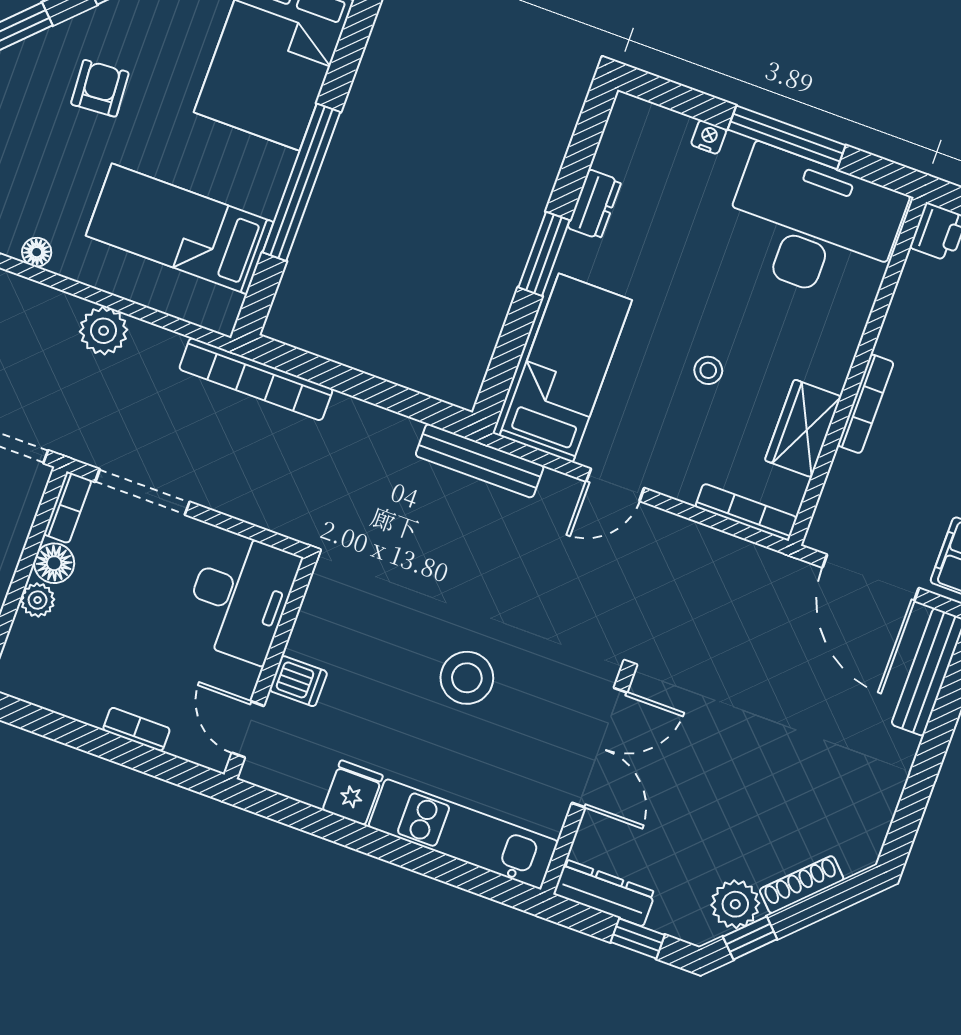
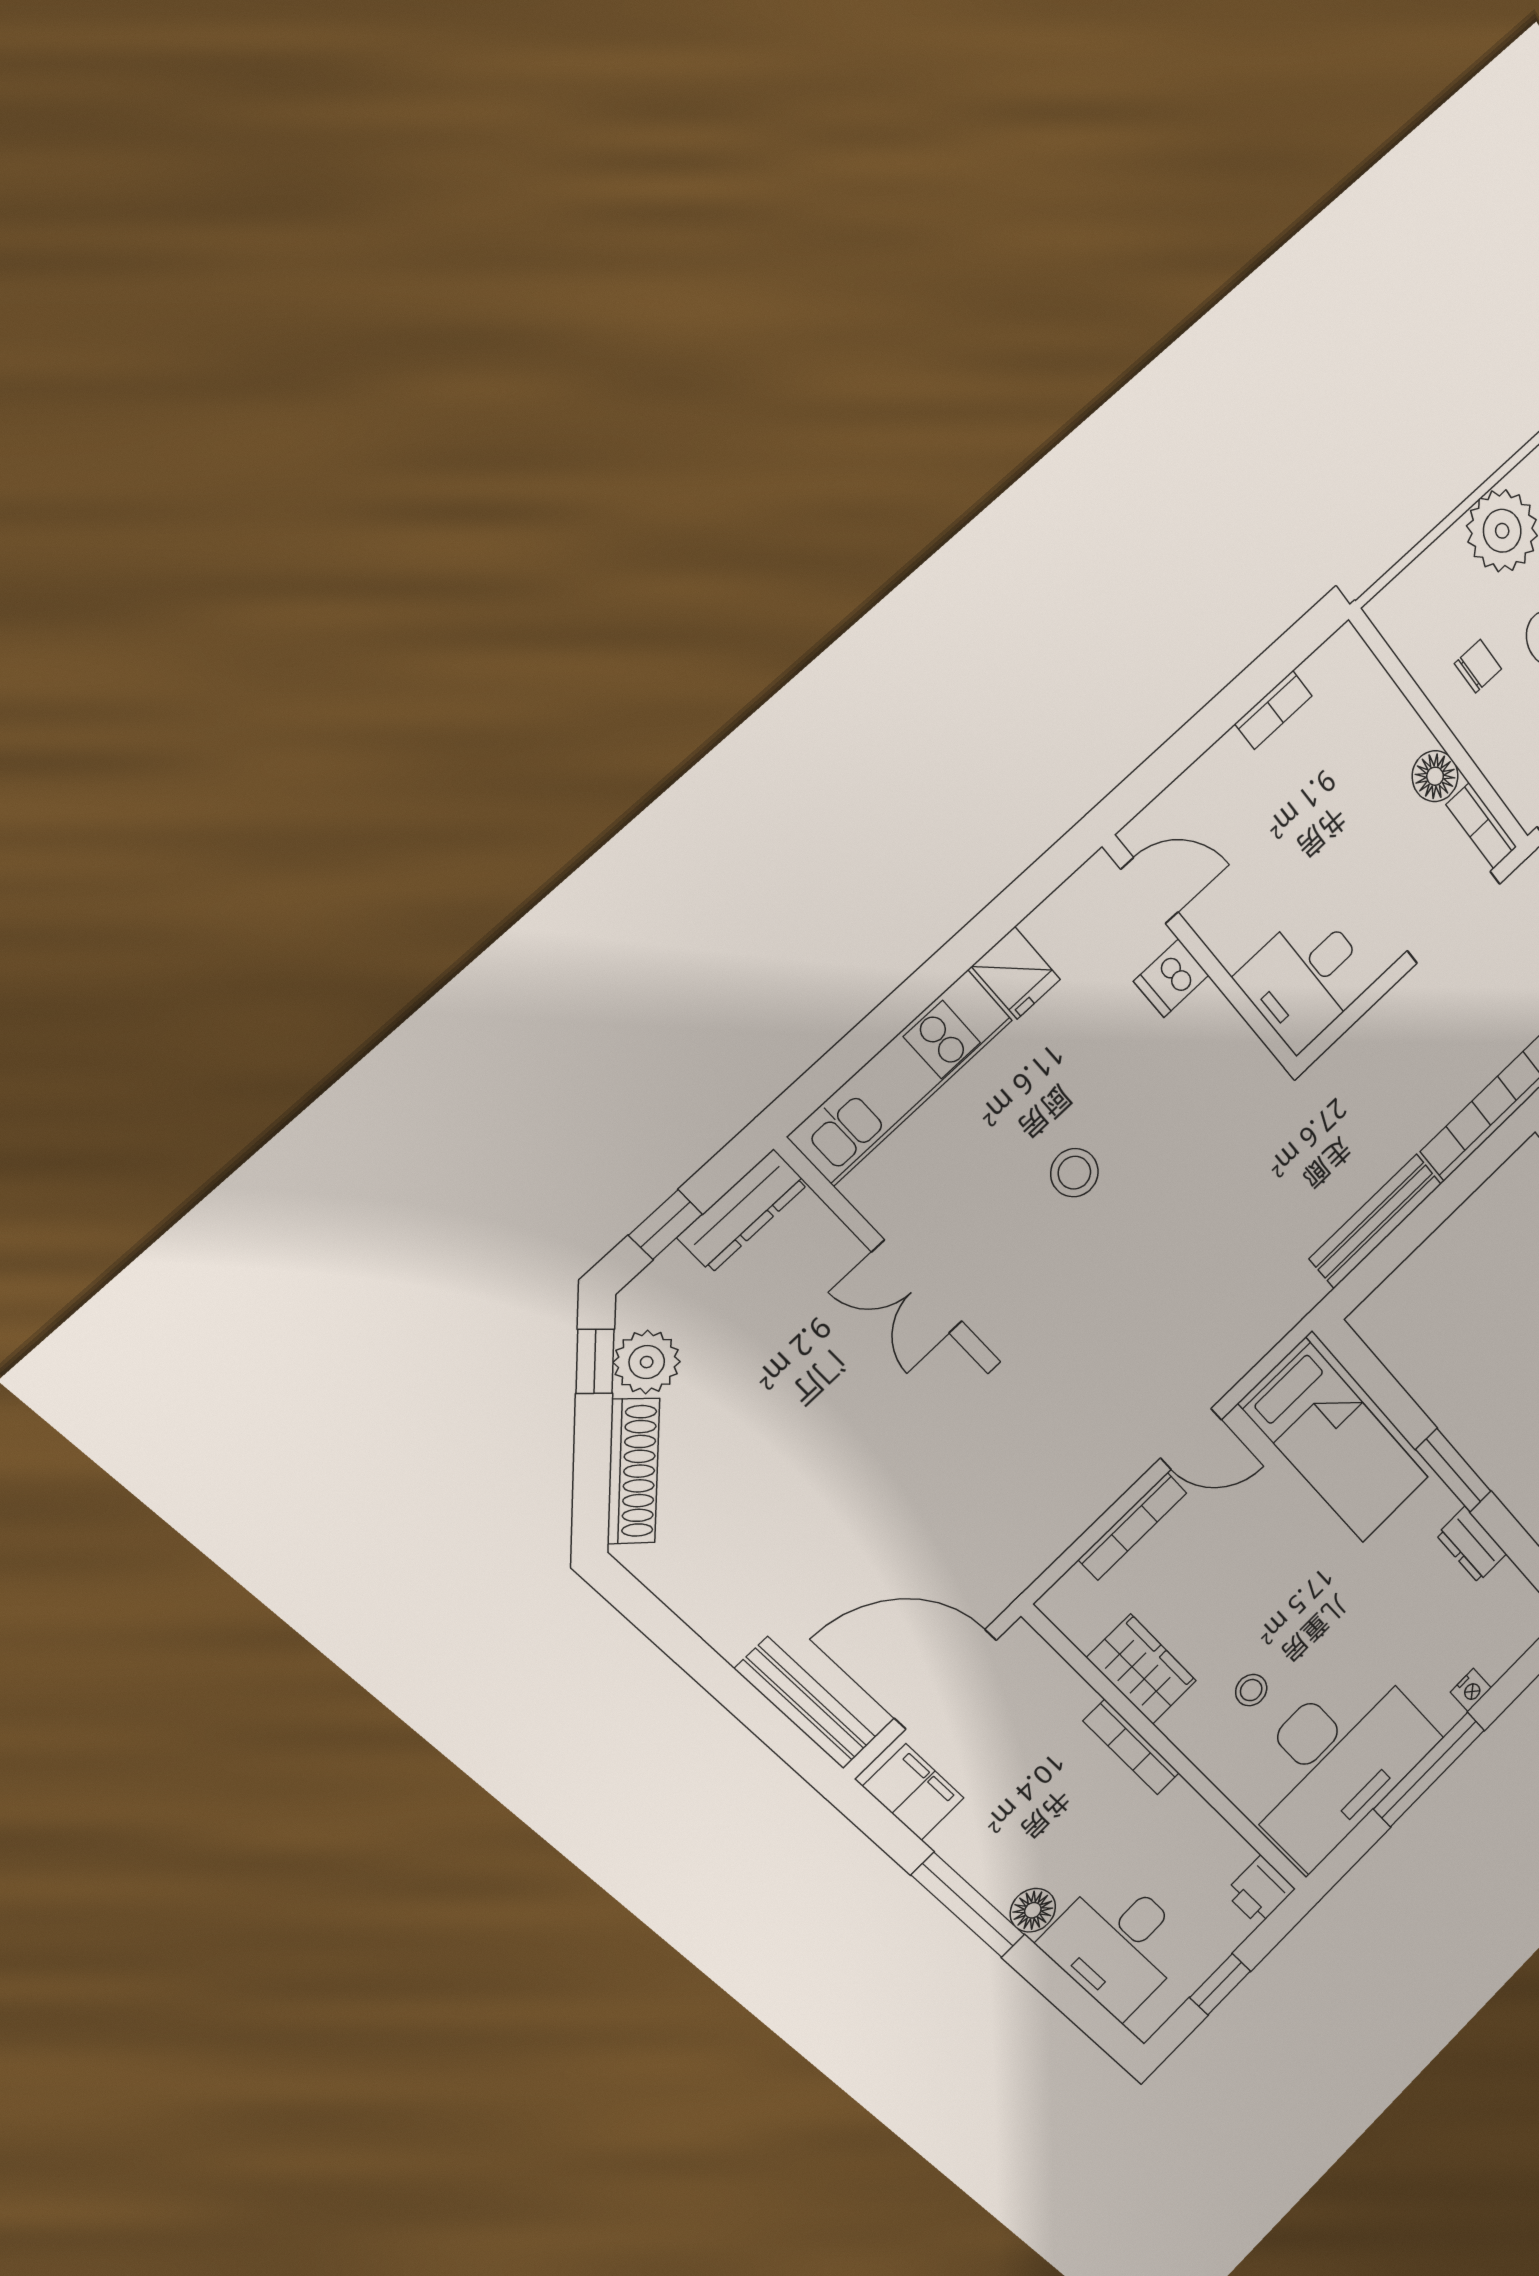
stool: (708, 370) -> (1251, 1690), moved
bench: (480, 461) -> (1375, 1221), moved
door: (615, 485) -> (1191, 1439), swing flipped
bookcase: (746, 512) -> (1133, 1526), moved
desk: (240, 597) -> (1305, 978), width x0.73
plant: (38, 600) -> (1408, 734), removed
stool: (467, 678) -> (1074, 1173), width x0.73, depth x0.73
bookcase: (136, 729) -> (1273, 710), moved
double door: (599, 748) -> (917, 1287), width x0.73
shoe rack: (802, 885) -> (633, 1471), width x1.36, depth x1.24

